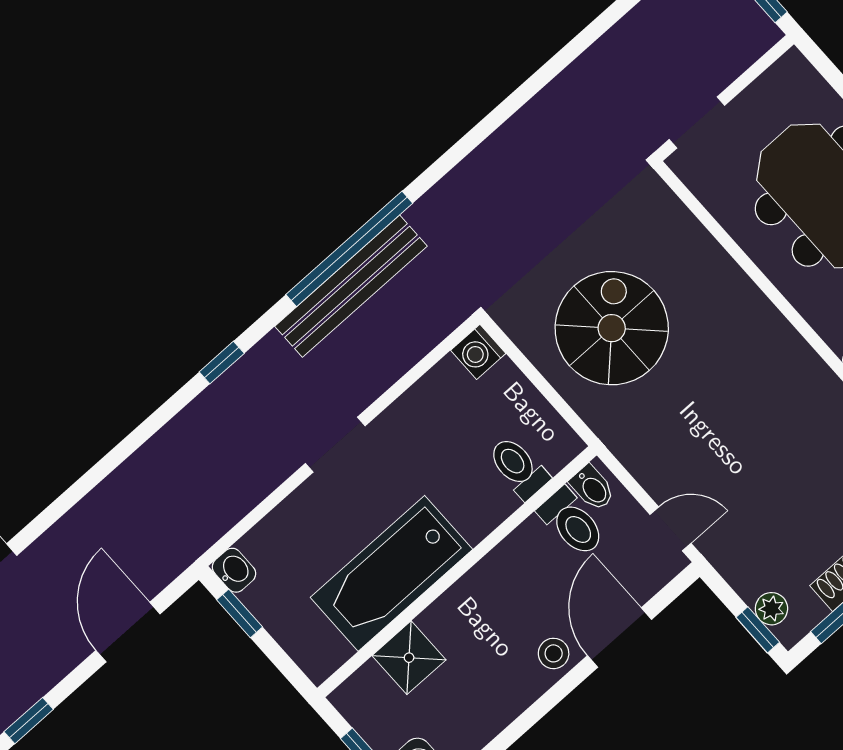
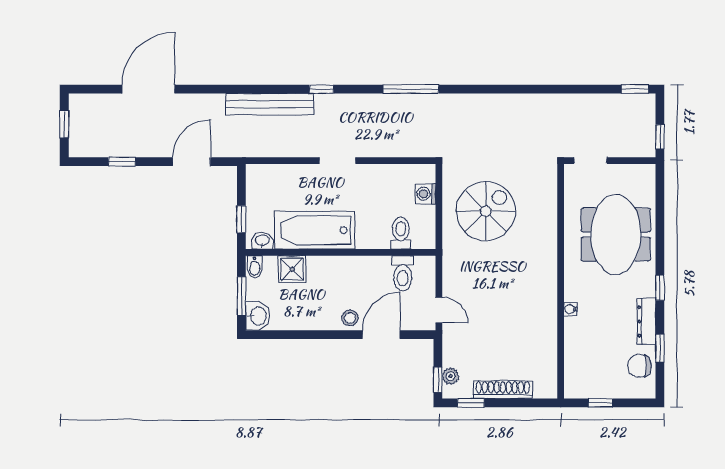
window: (349, 249) -> (411, 89), width x0.68
bench: (351, 286) -> (270, 104), moved
washing machine: (478, 352) -> (425, 194), moved
bidet: (592, 488) -> (255, 267), moved
washbasin: (234, 570) -> (262, 241), moved, turned -90
window: (239, 613) -> (241, 219), moved

